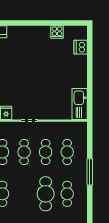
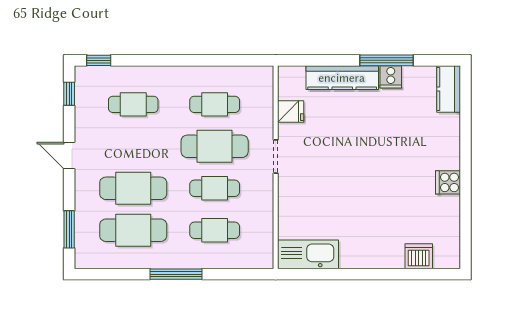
cooker: (57, 32) -> (448, 182), moved
cafe table: (24, 152) -> (215, 146), width x1.37, depth x1.35
cafe table: (67, 194) -> (133, 230), width x1.37, depth x1.35

